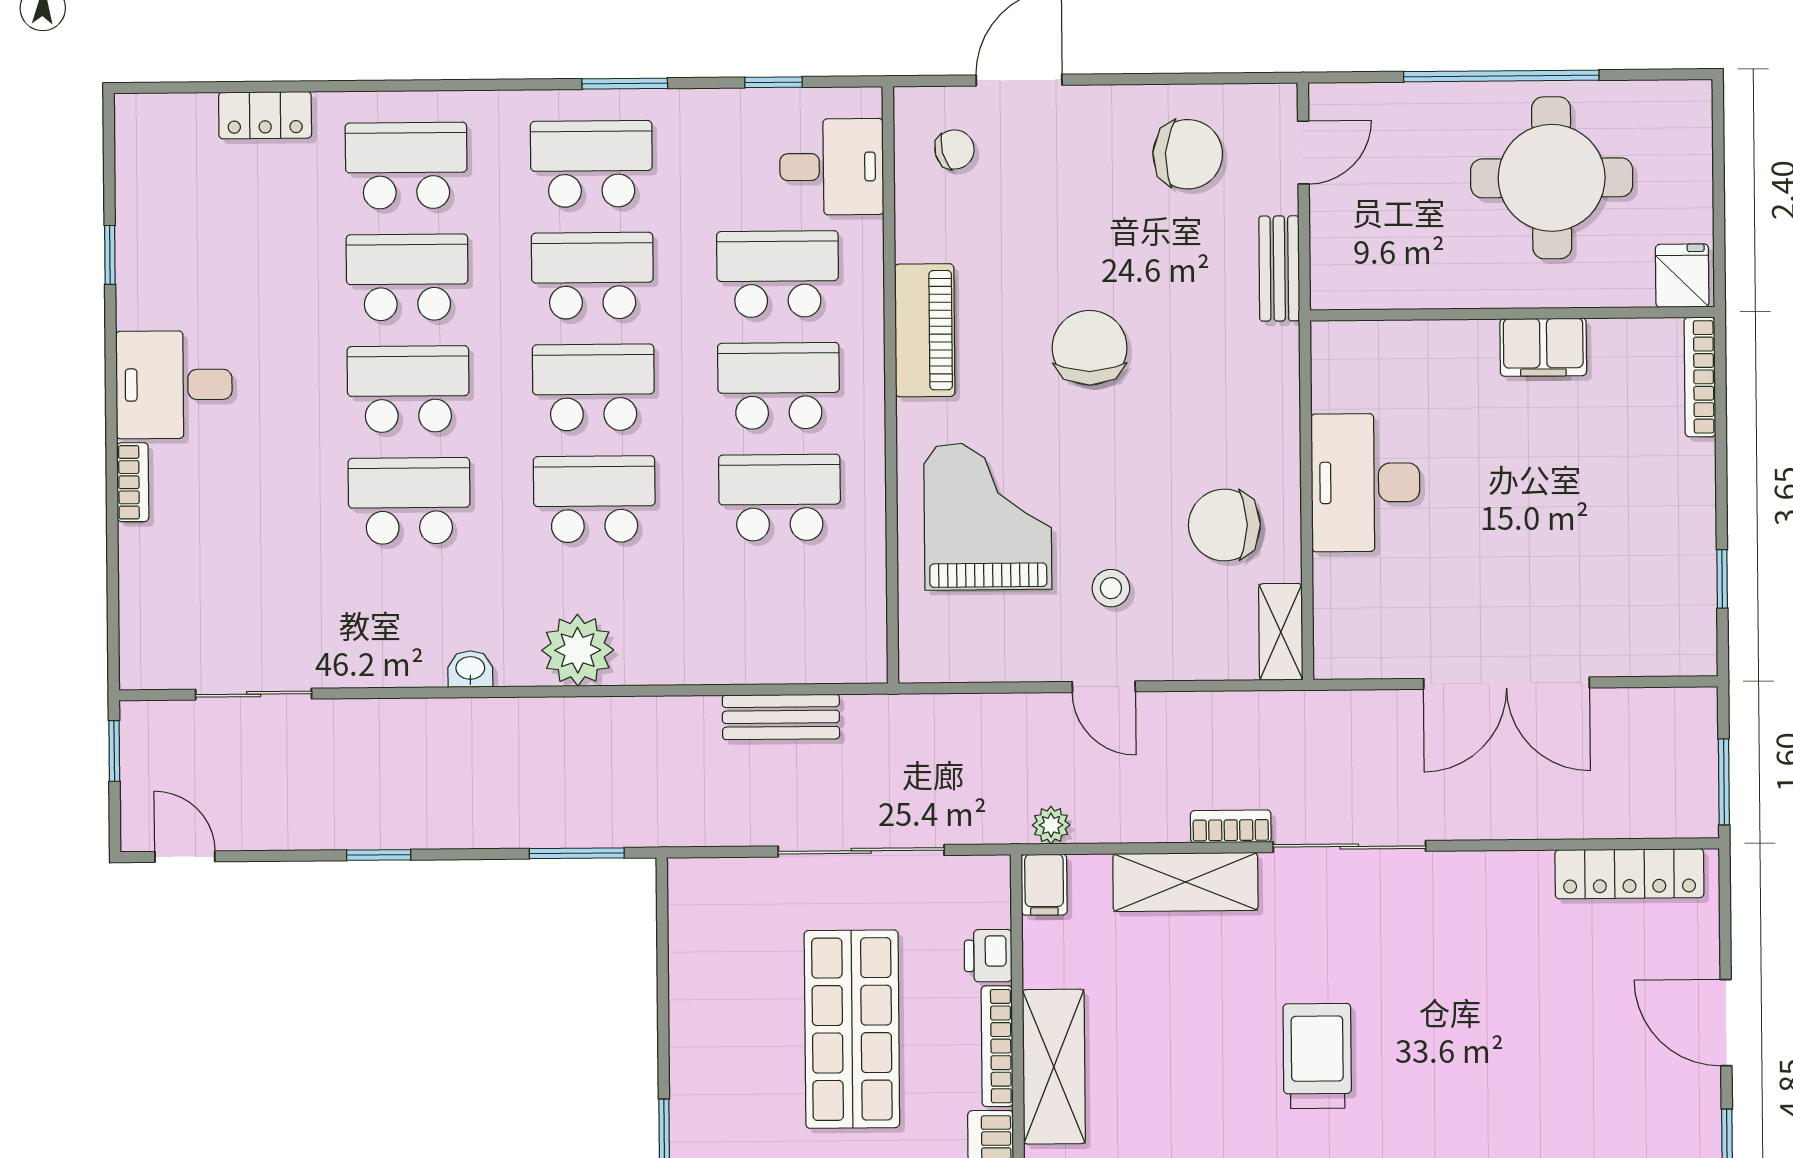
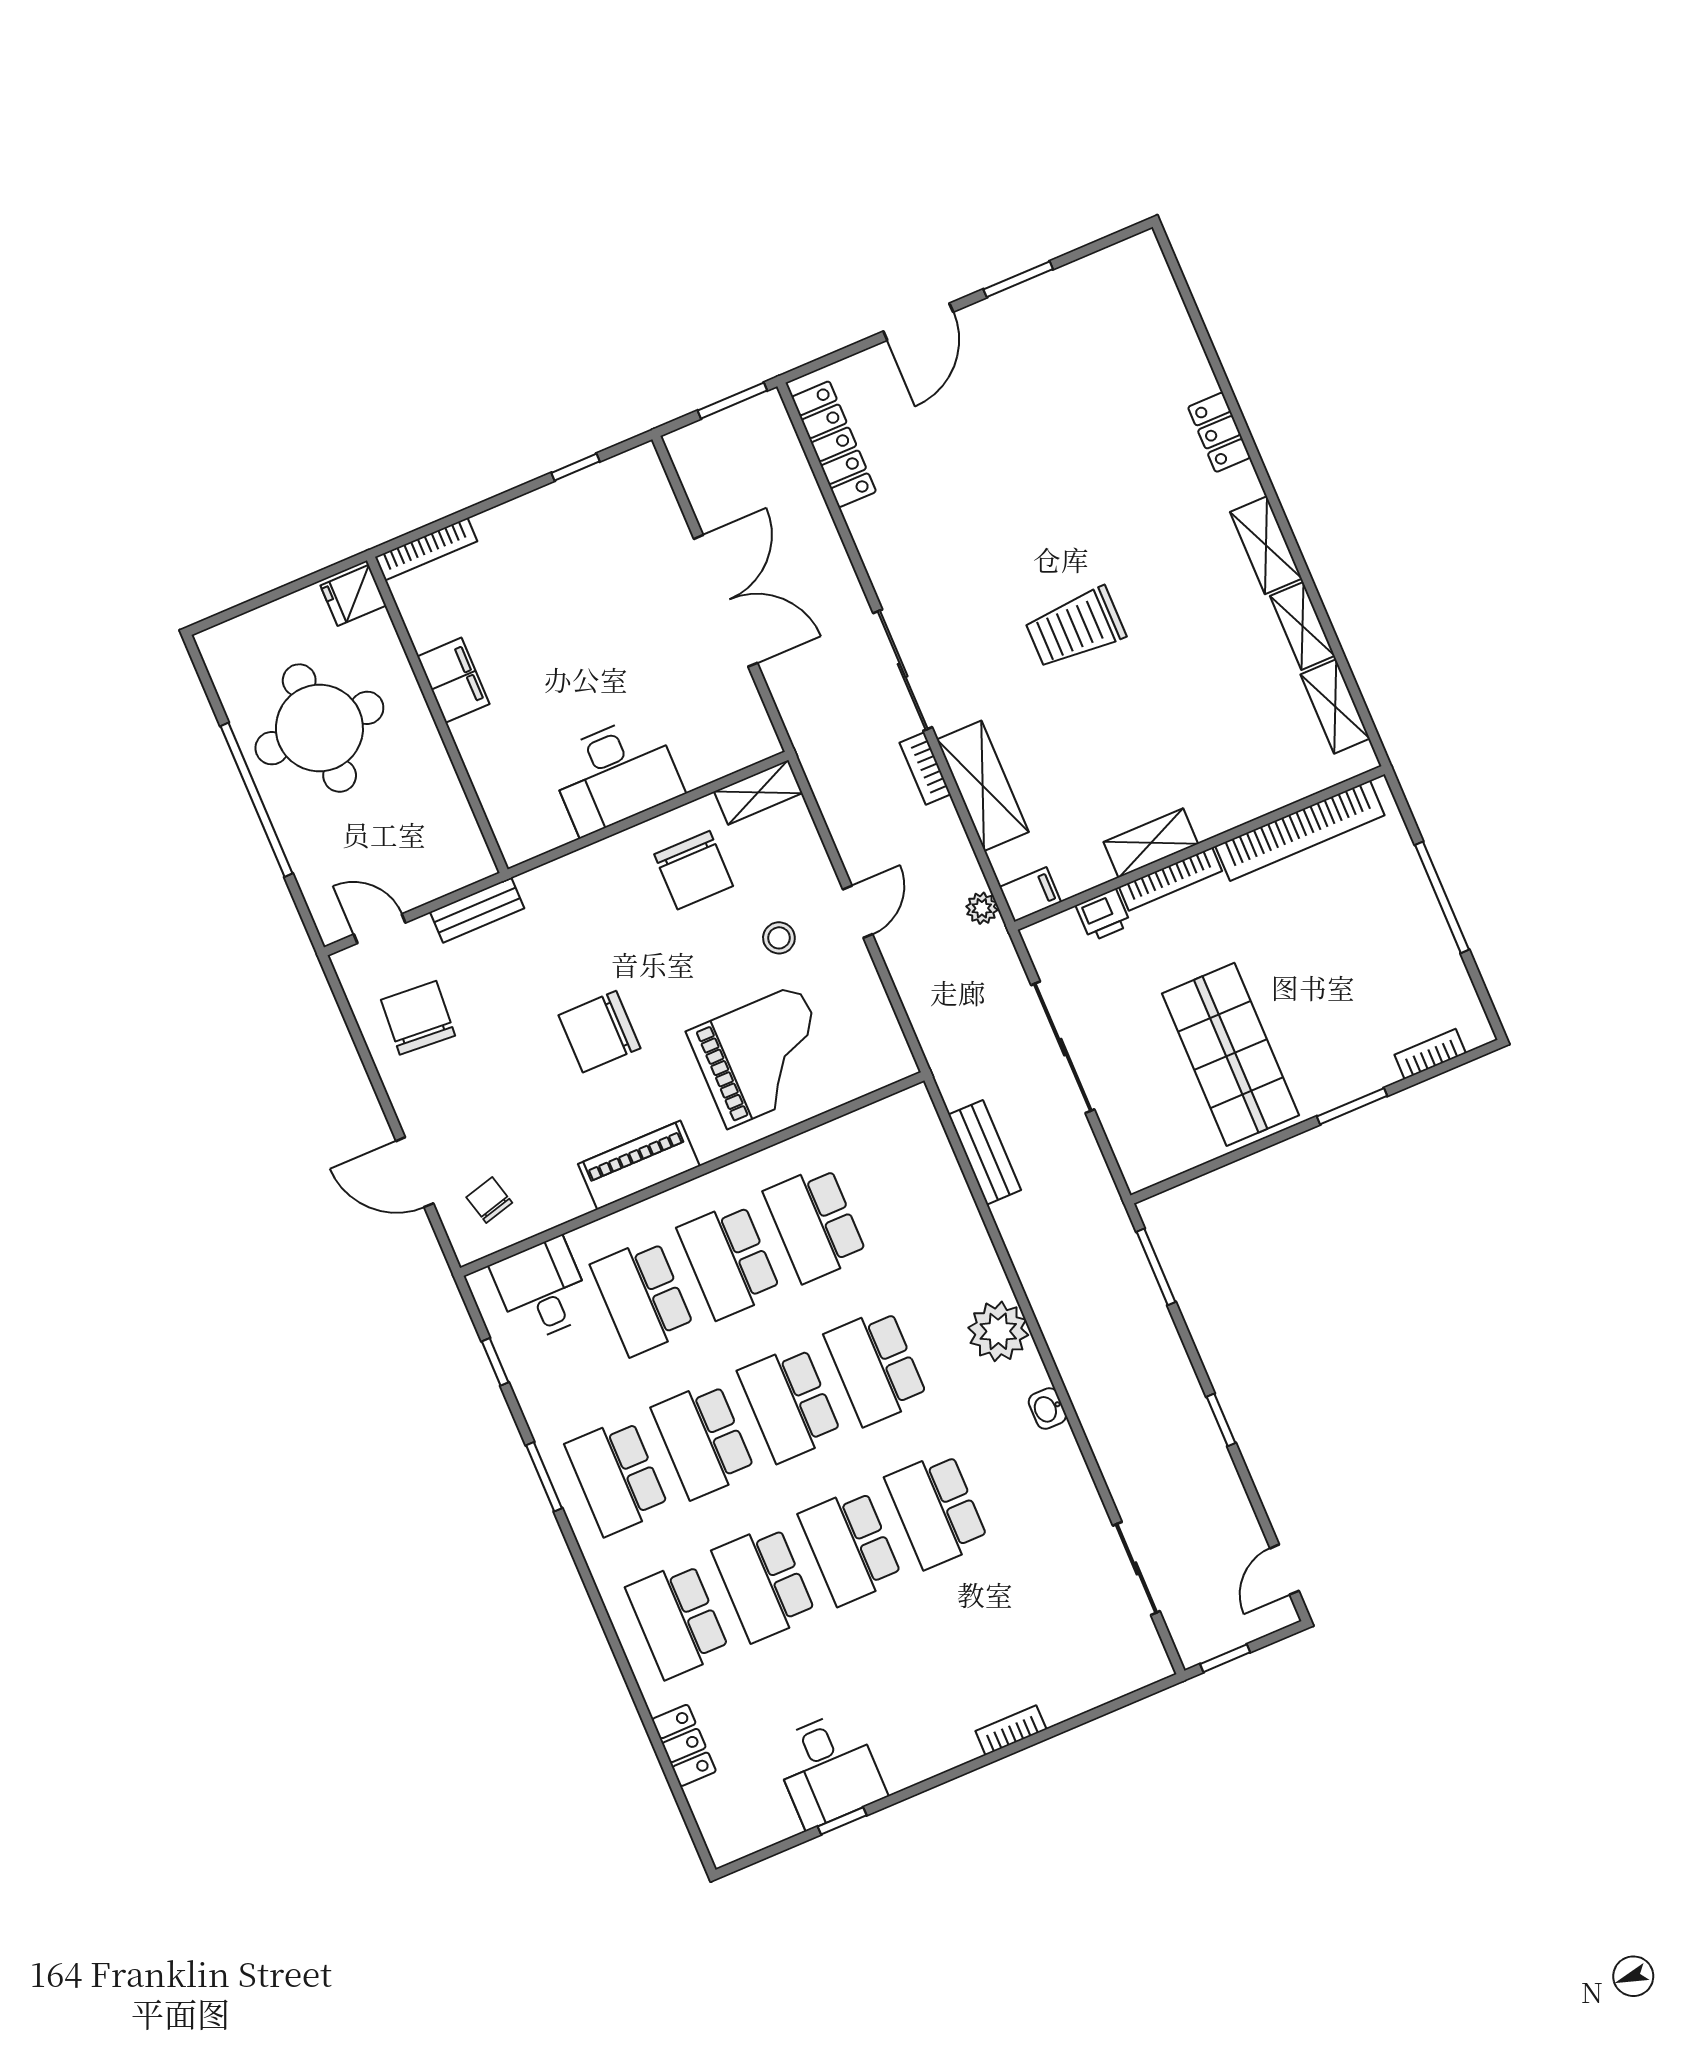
desk: (174, 385) -> (828, 1769), moved
grand piano: (988, 516) -> (763, 1056), turned 180
shop shelf: (852, 1029) -> (1231, 1054), moved, turned 90
shelving: (1054, 1067) -> (1151, 843), width x0.67, depth x0.75

